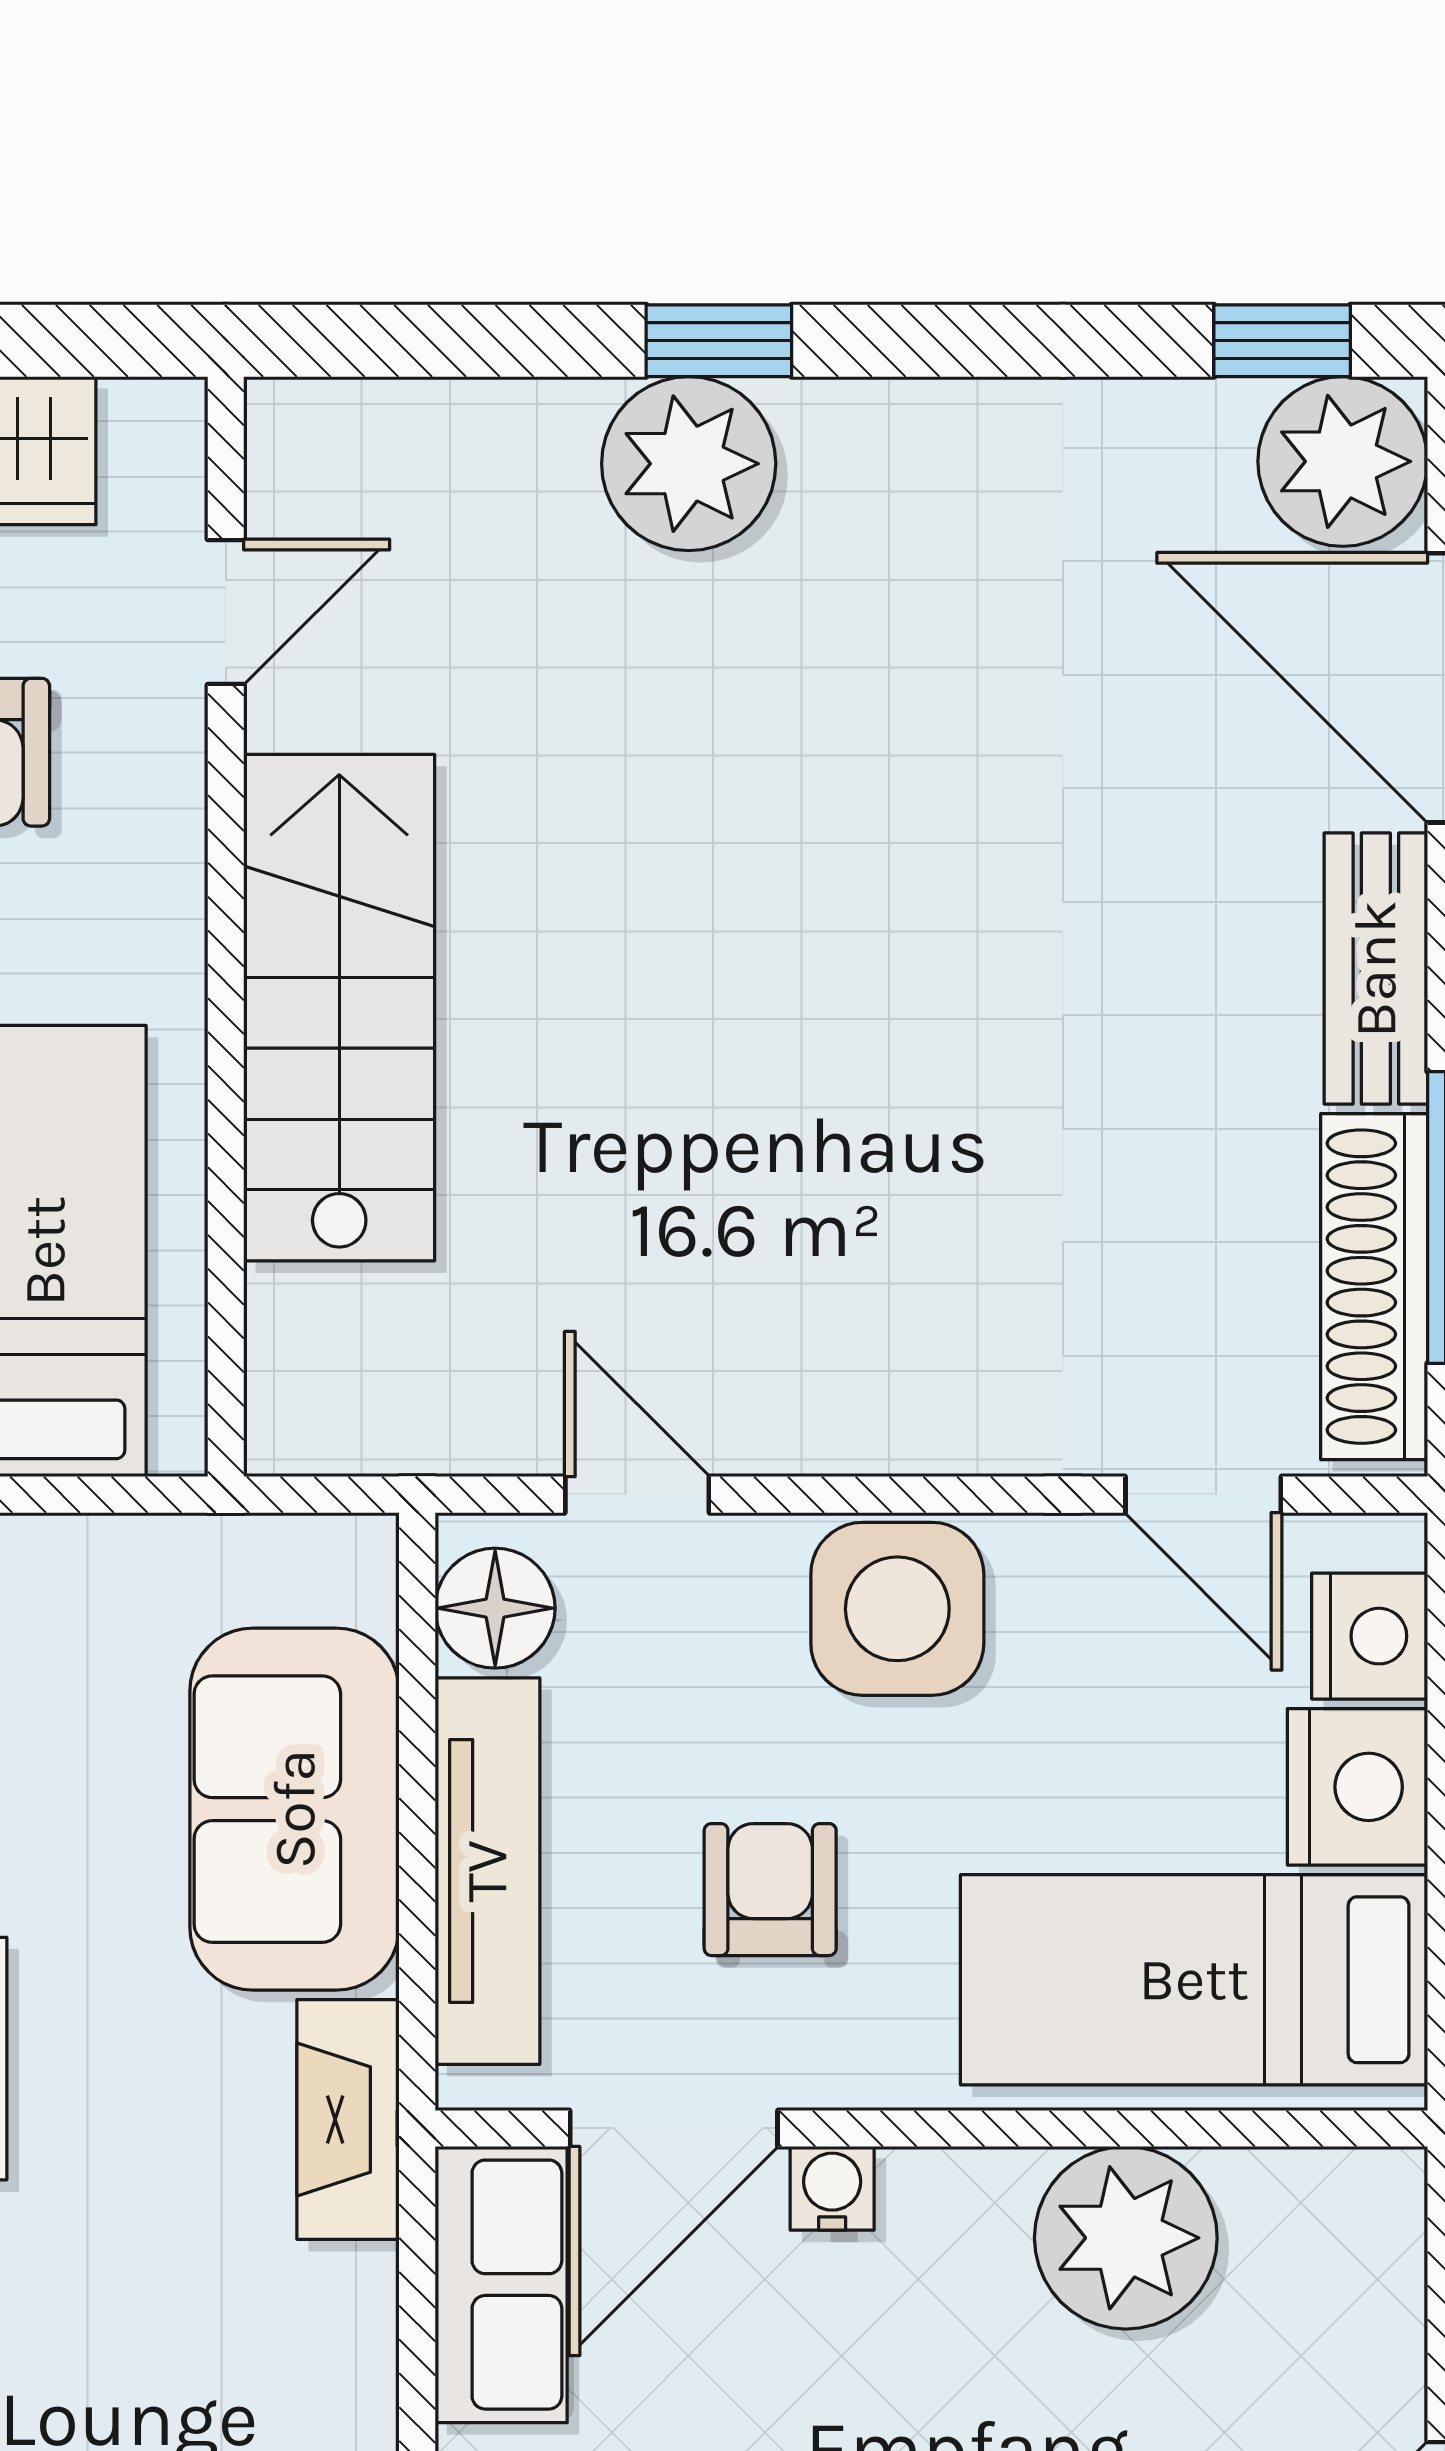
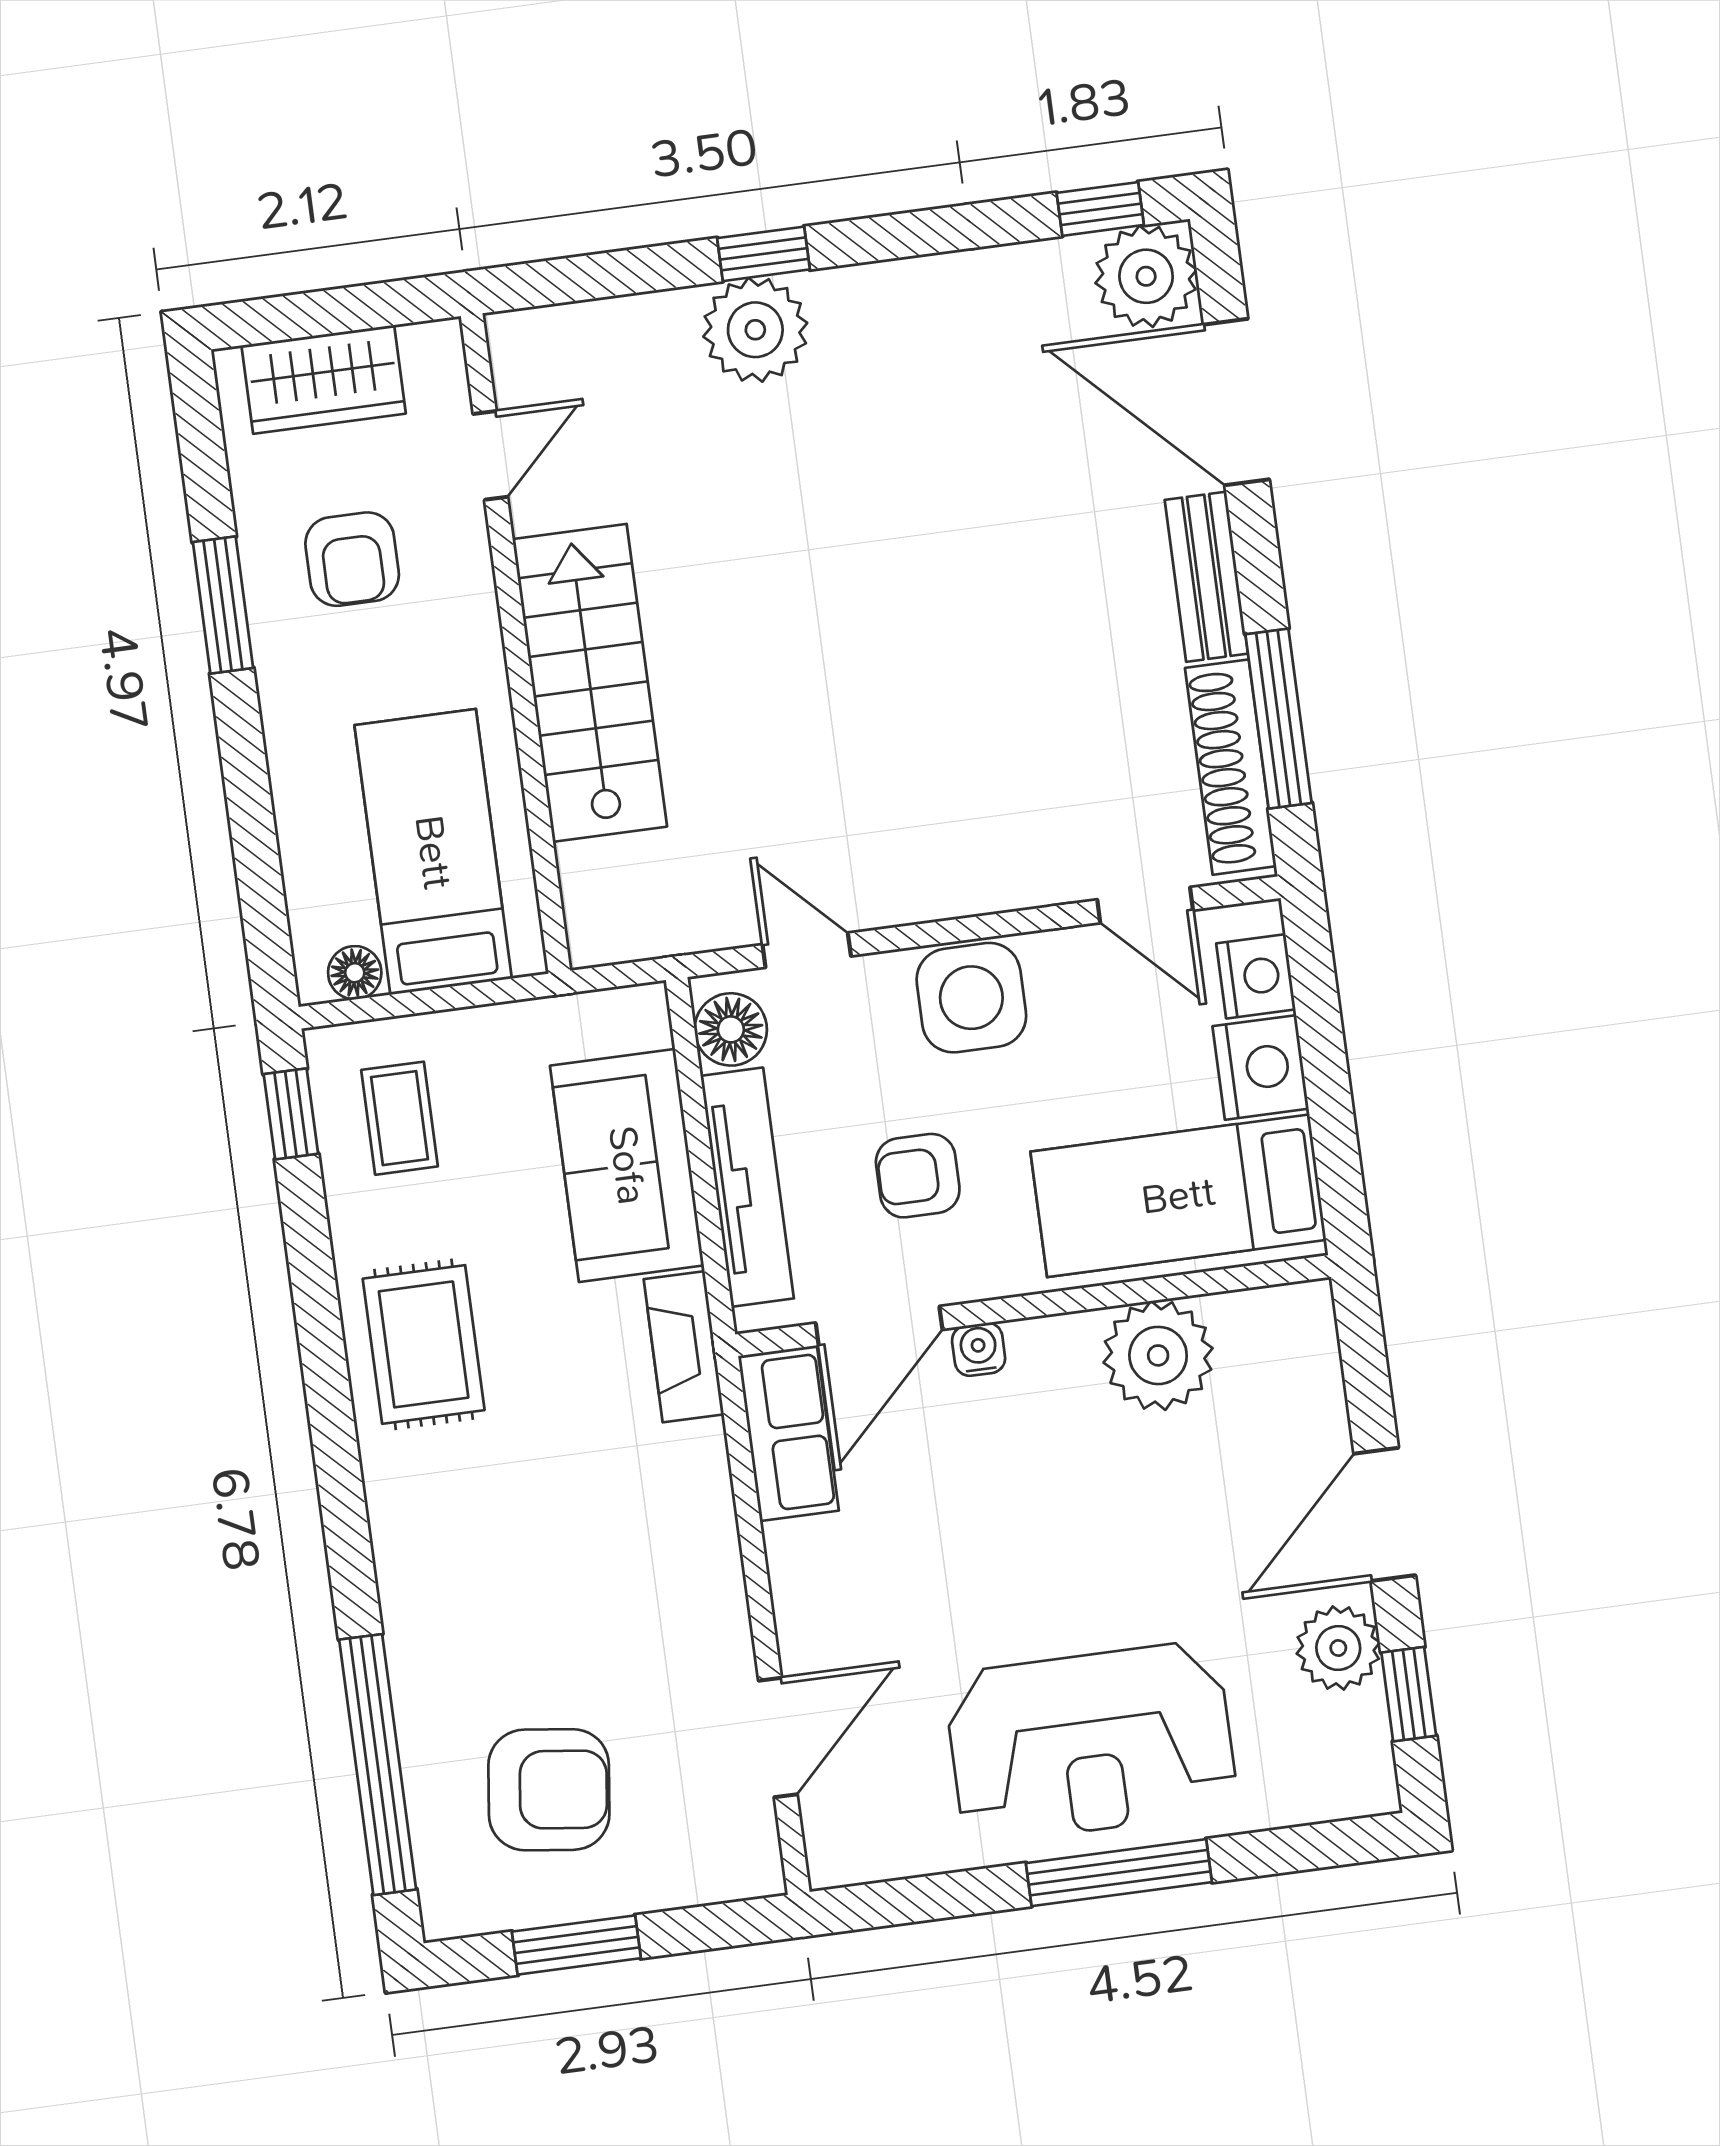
armchair: (770, 1890) -> (918, 1176), turned -90

